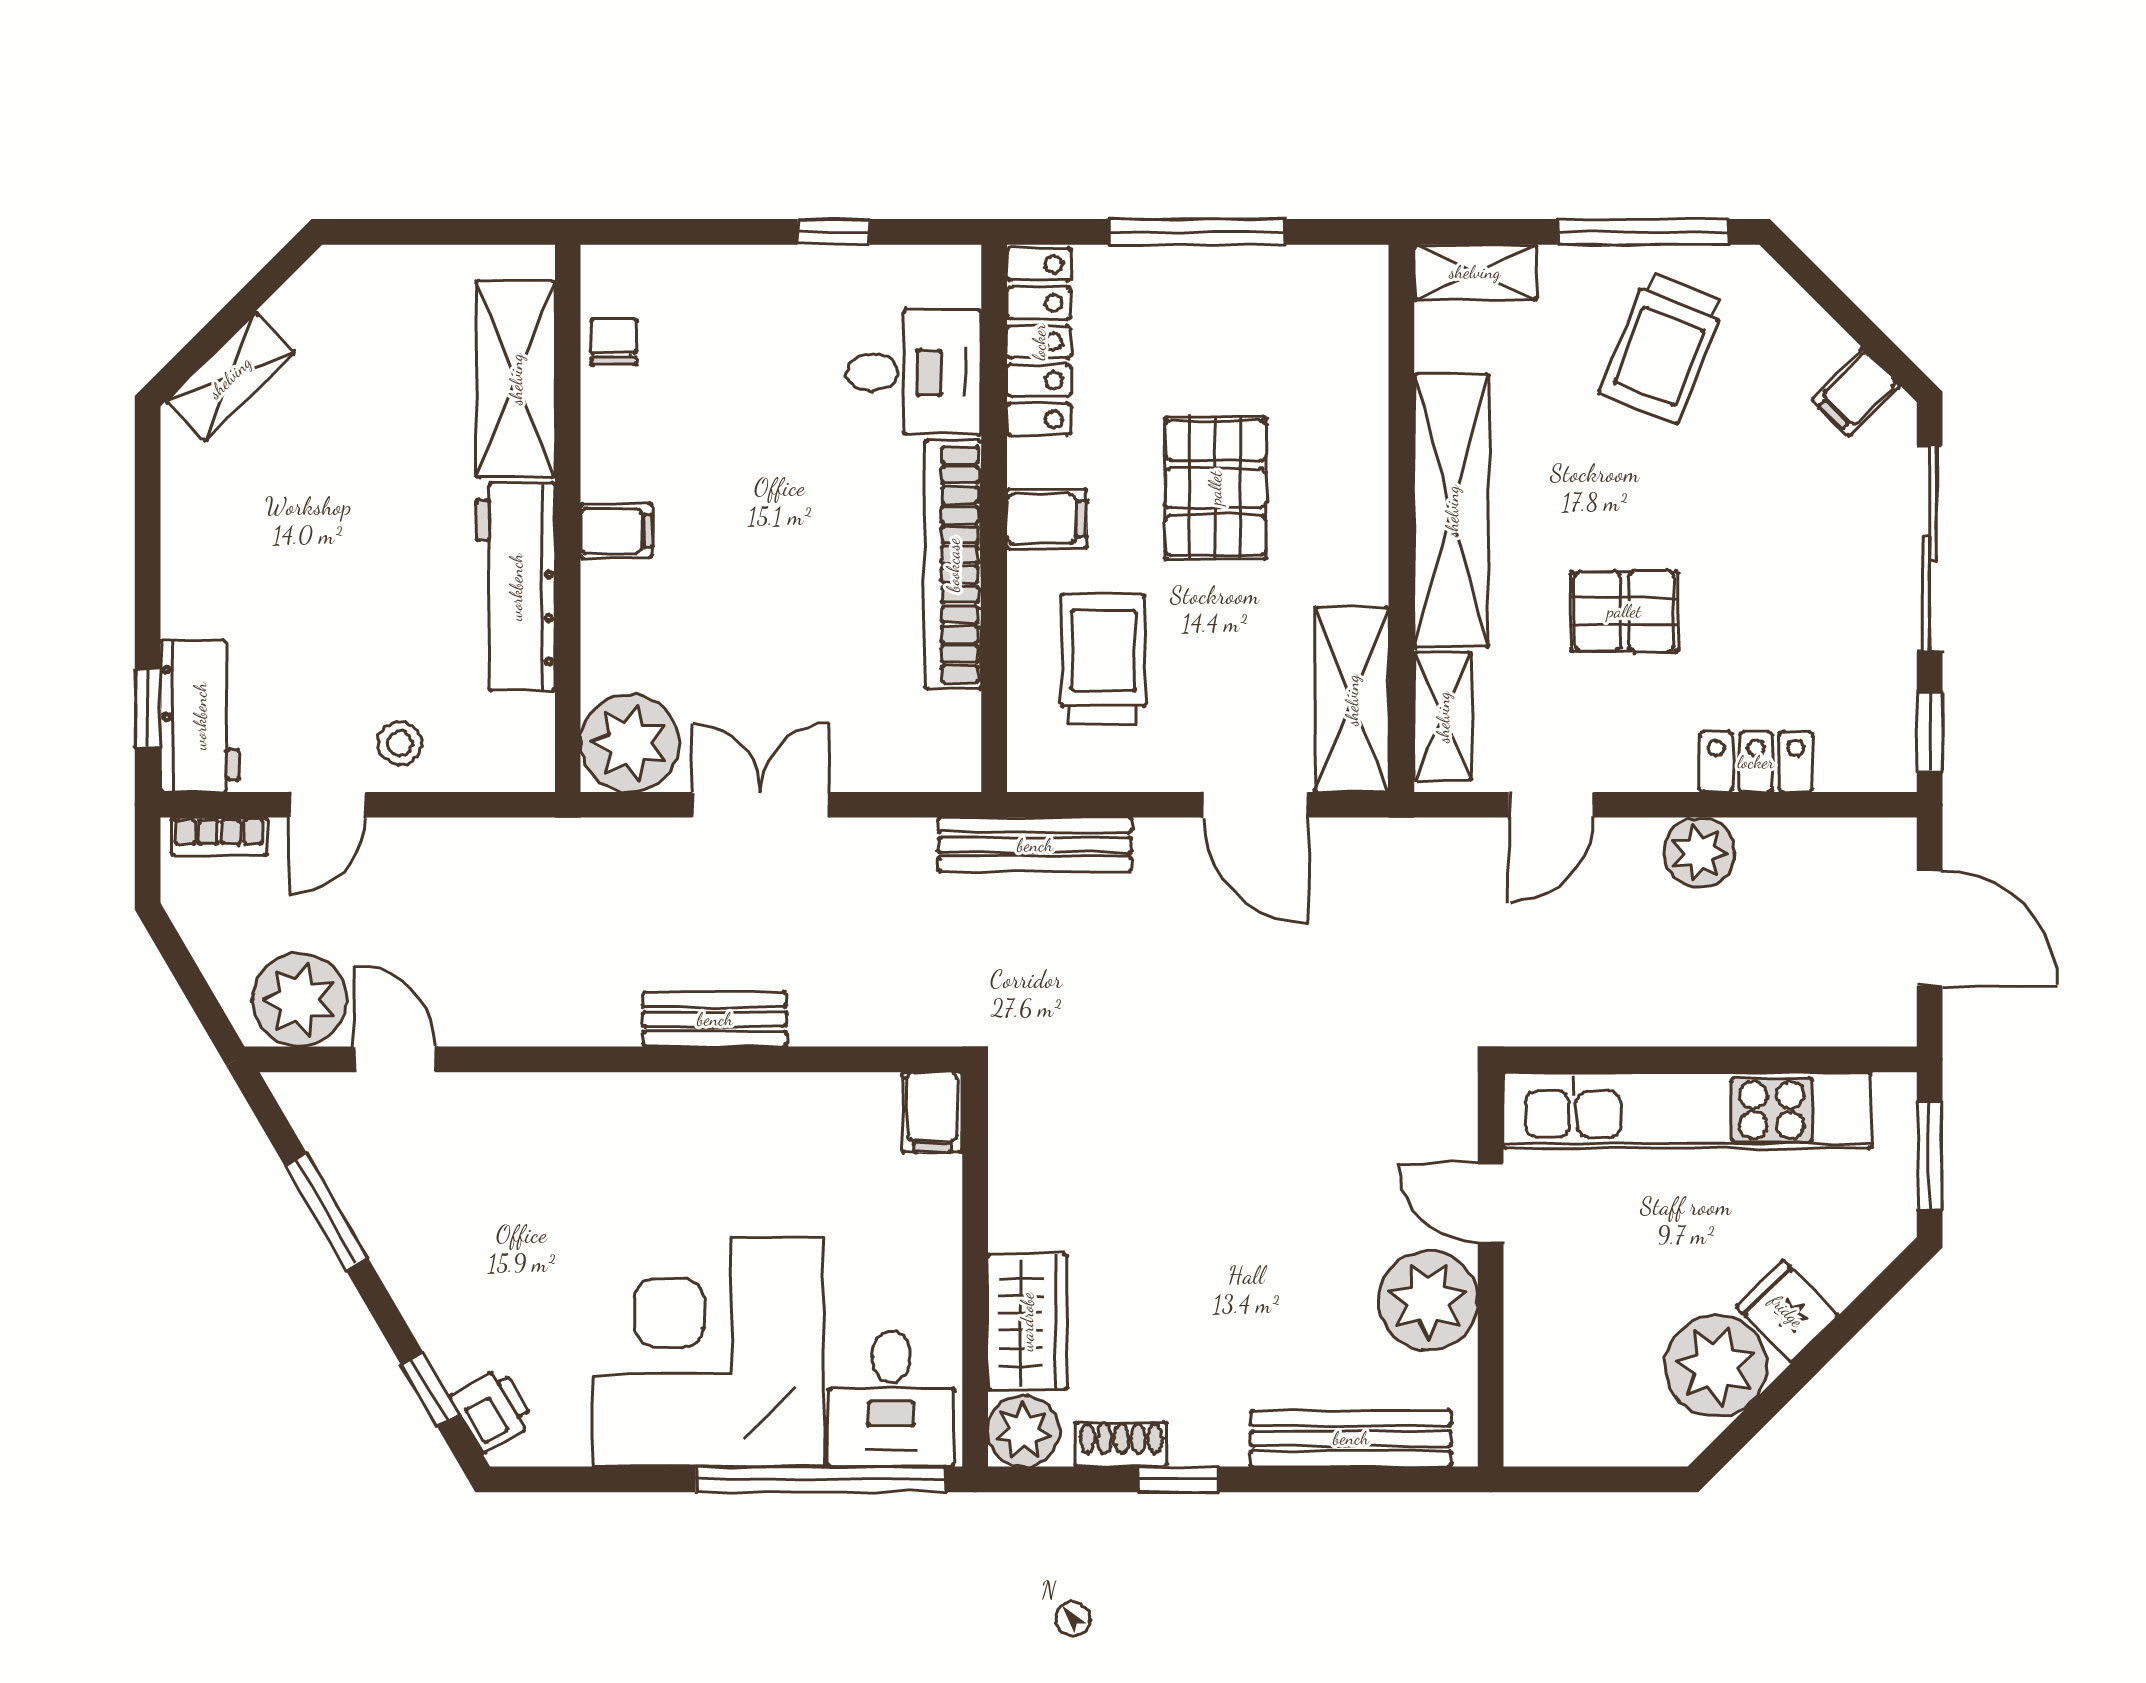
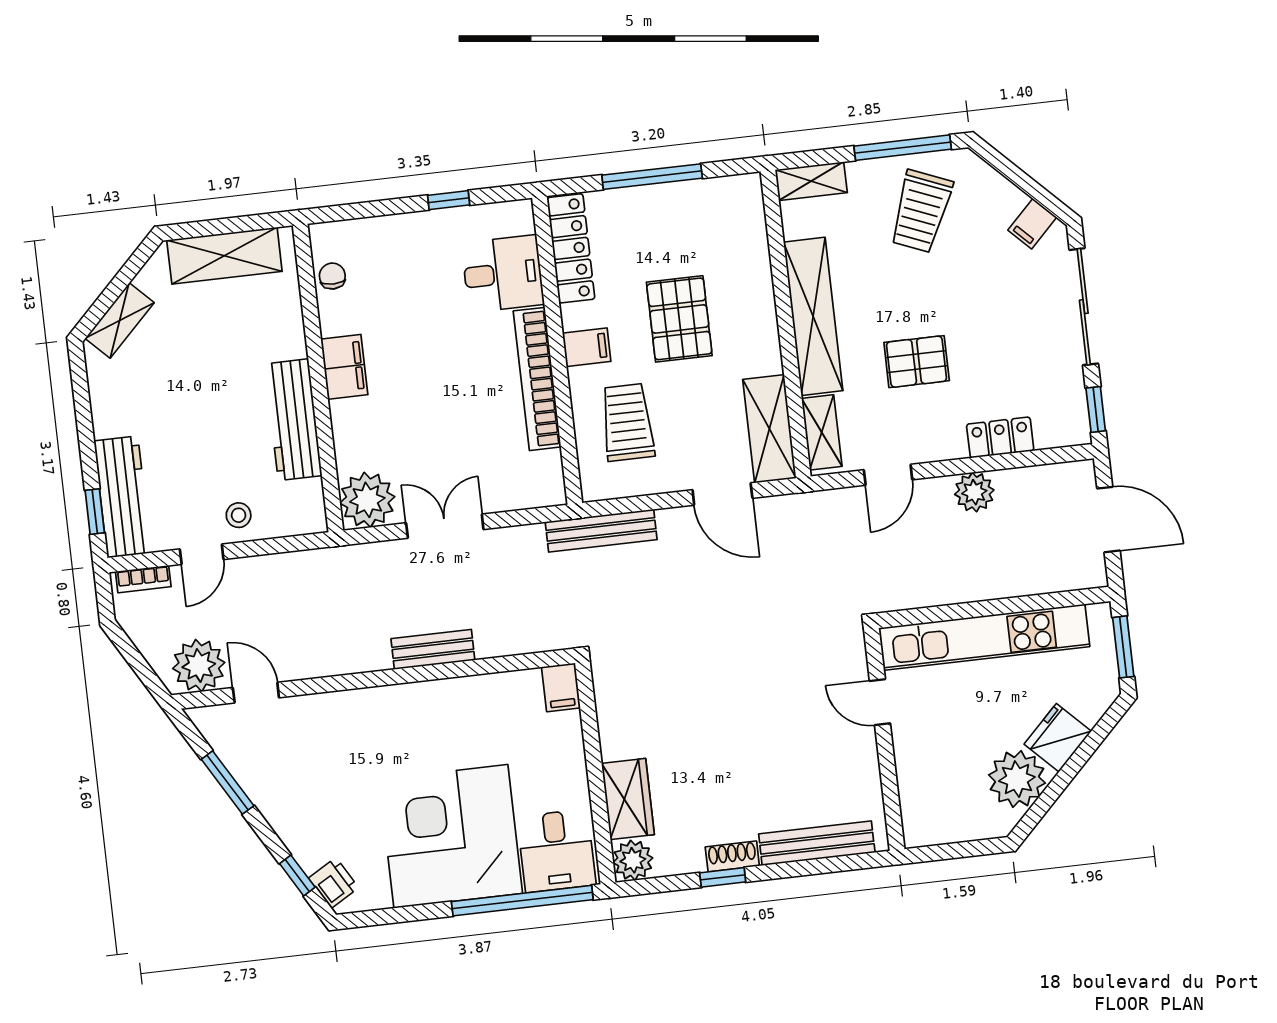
shelving: (516, 379) -> (224, 256), moved, turned 90
filing cabinet: (616, 531) -> (344, 367), width x2.00
workbench: (200, 716) -> (123, 497), width x1.38
plant: (1428, 1301) -> (851, 761), removed
fridge: (1787, 1311) -> (1058, 738), width x1.38
shoe rack: (1121, 1444) -> (732, 856), moved

